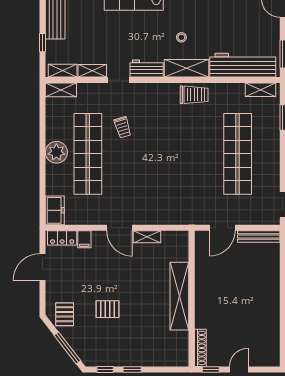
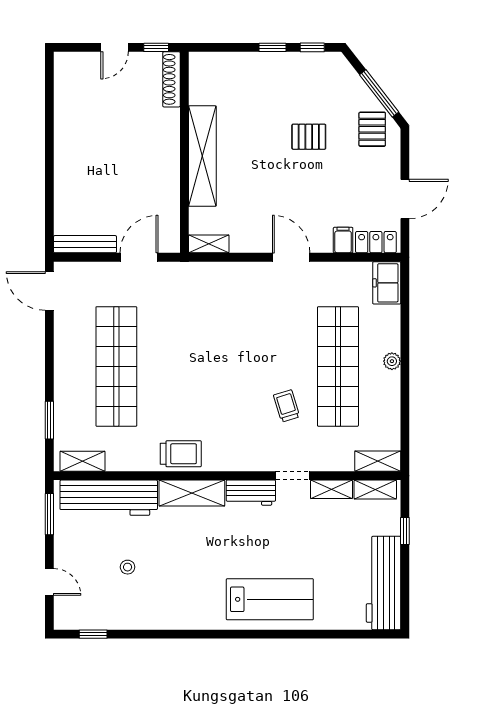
stool: (181, 37) -> (128, 567), moved
trolley: (194, 95) -> (181, 454), turned 180
plant: (56, 152) -> (392, 361), width x0.53, depth x0.53
shelving: (147, 237) -> (209, 244), moved
window: (67, 348) -> (379, 93), moved

